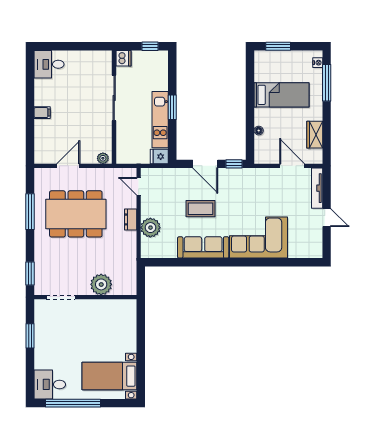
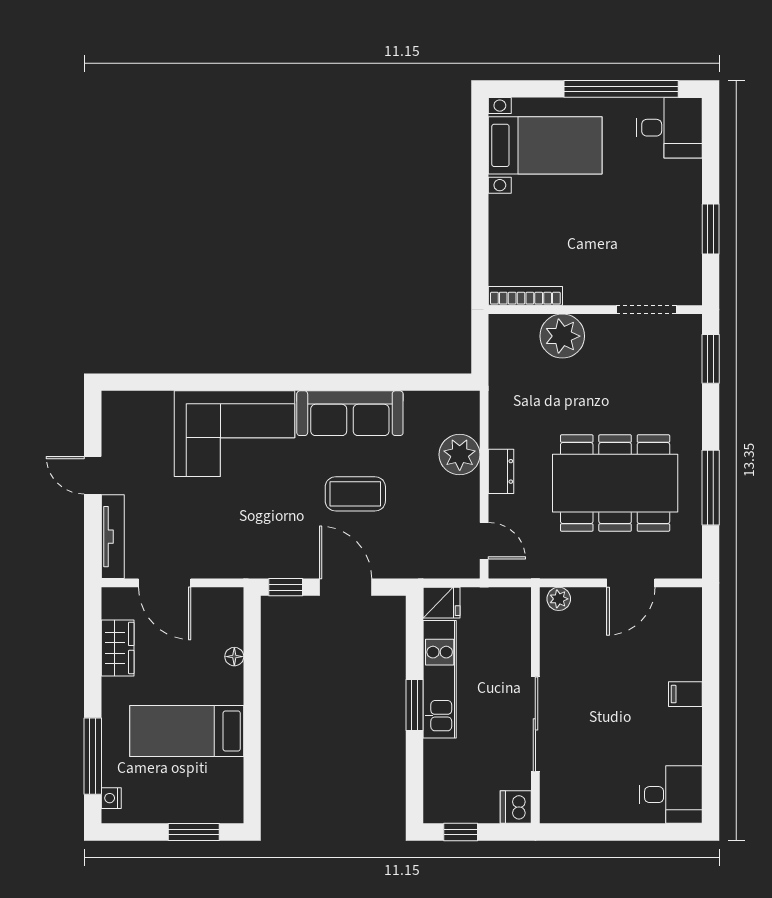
bookcase: (119, 304) -> (525, 296), added

